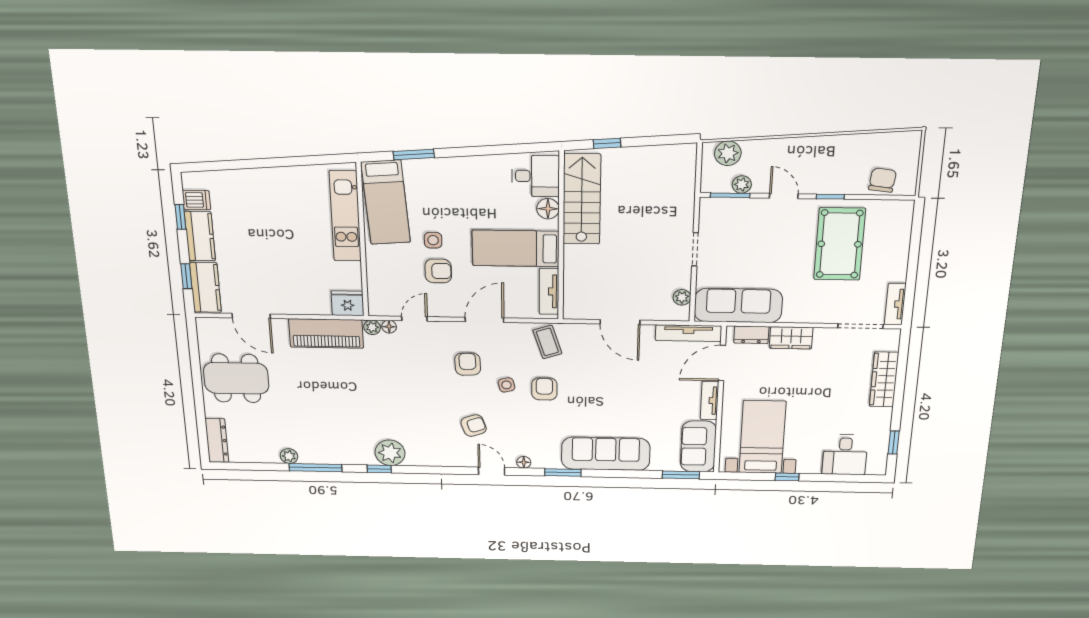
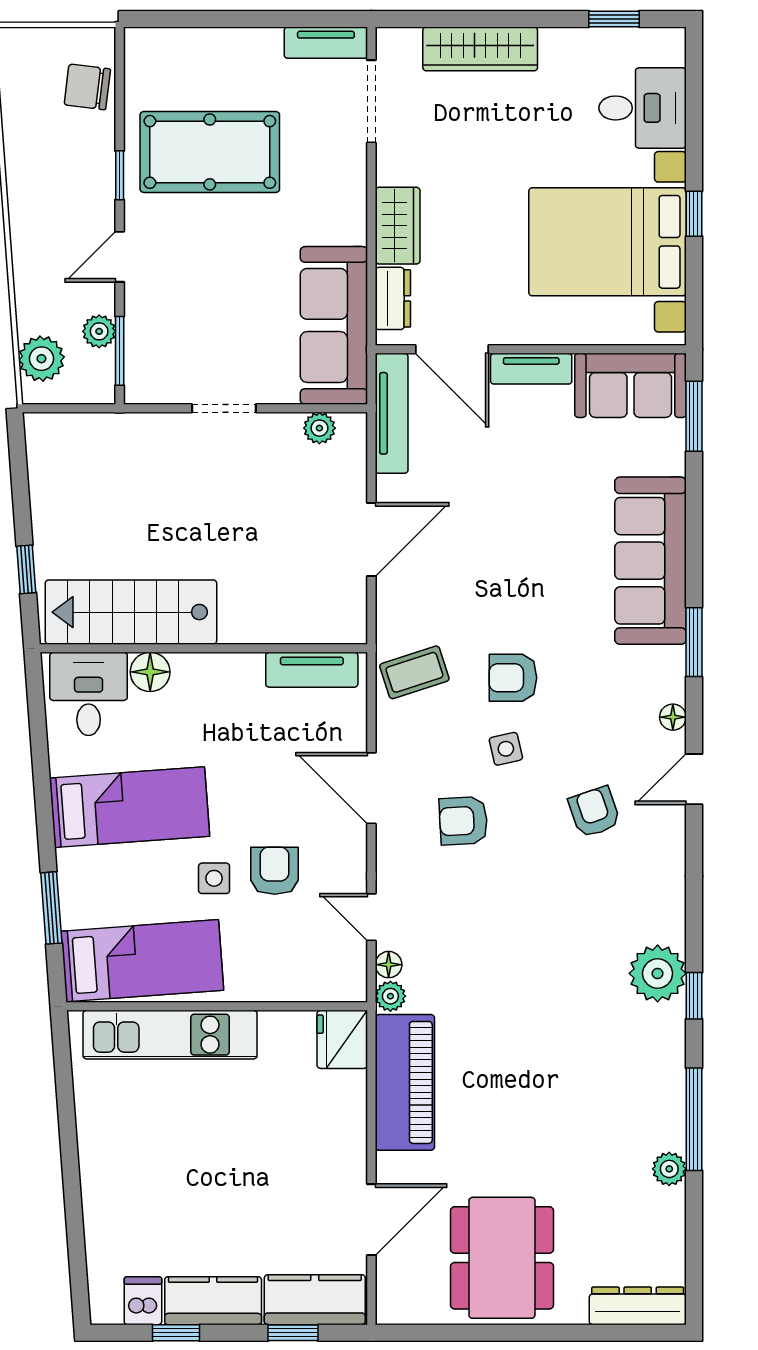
bed: (516, 248) -> (130, 807), moved, turned -94
bed with nightstands: (762, 437) -> (608, 242), width x1.36

